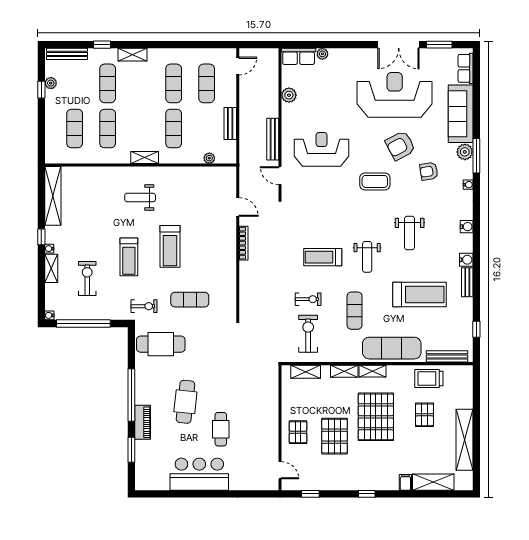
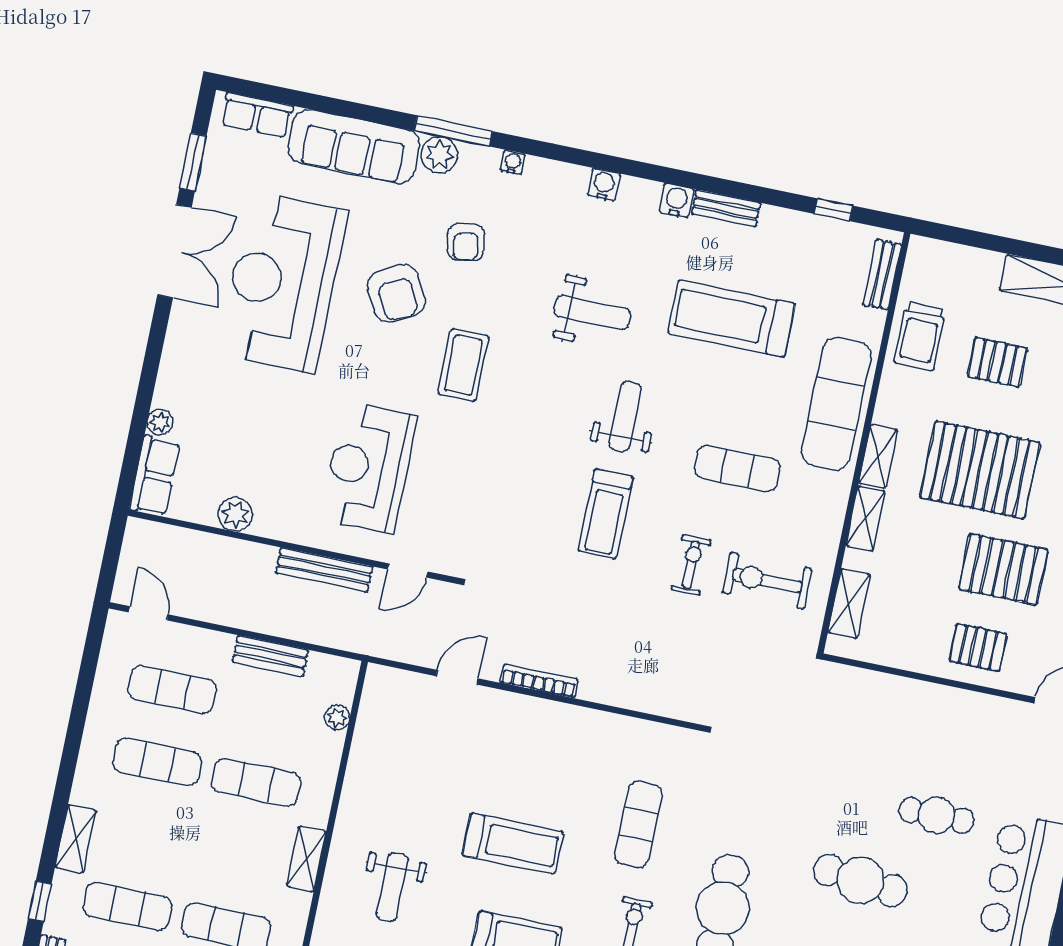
weight bench: (367, 257) -> (625, 416), turned -90
treadmill: (420, 294) -> (731, 319), turned -90
bench: (447, 356) -> (882, 275), width x0.73

